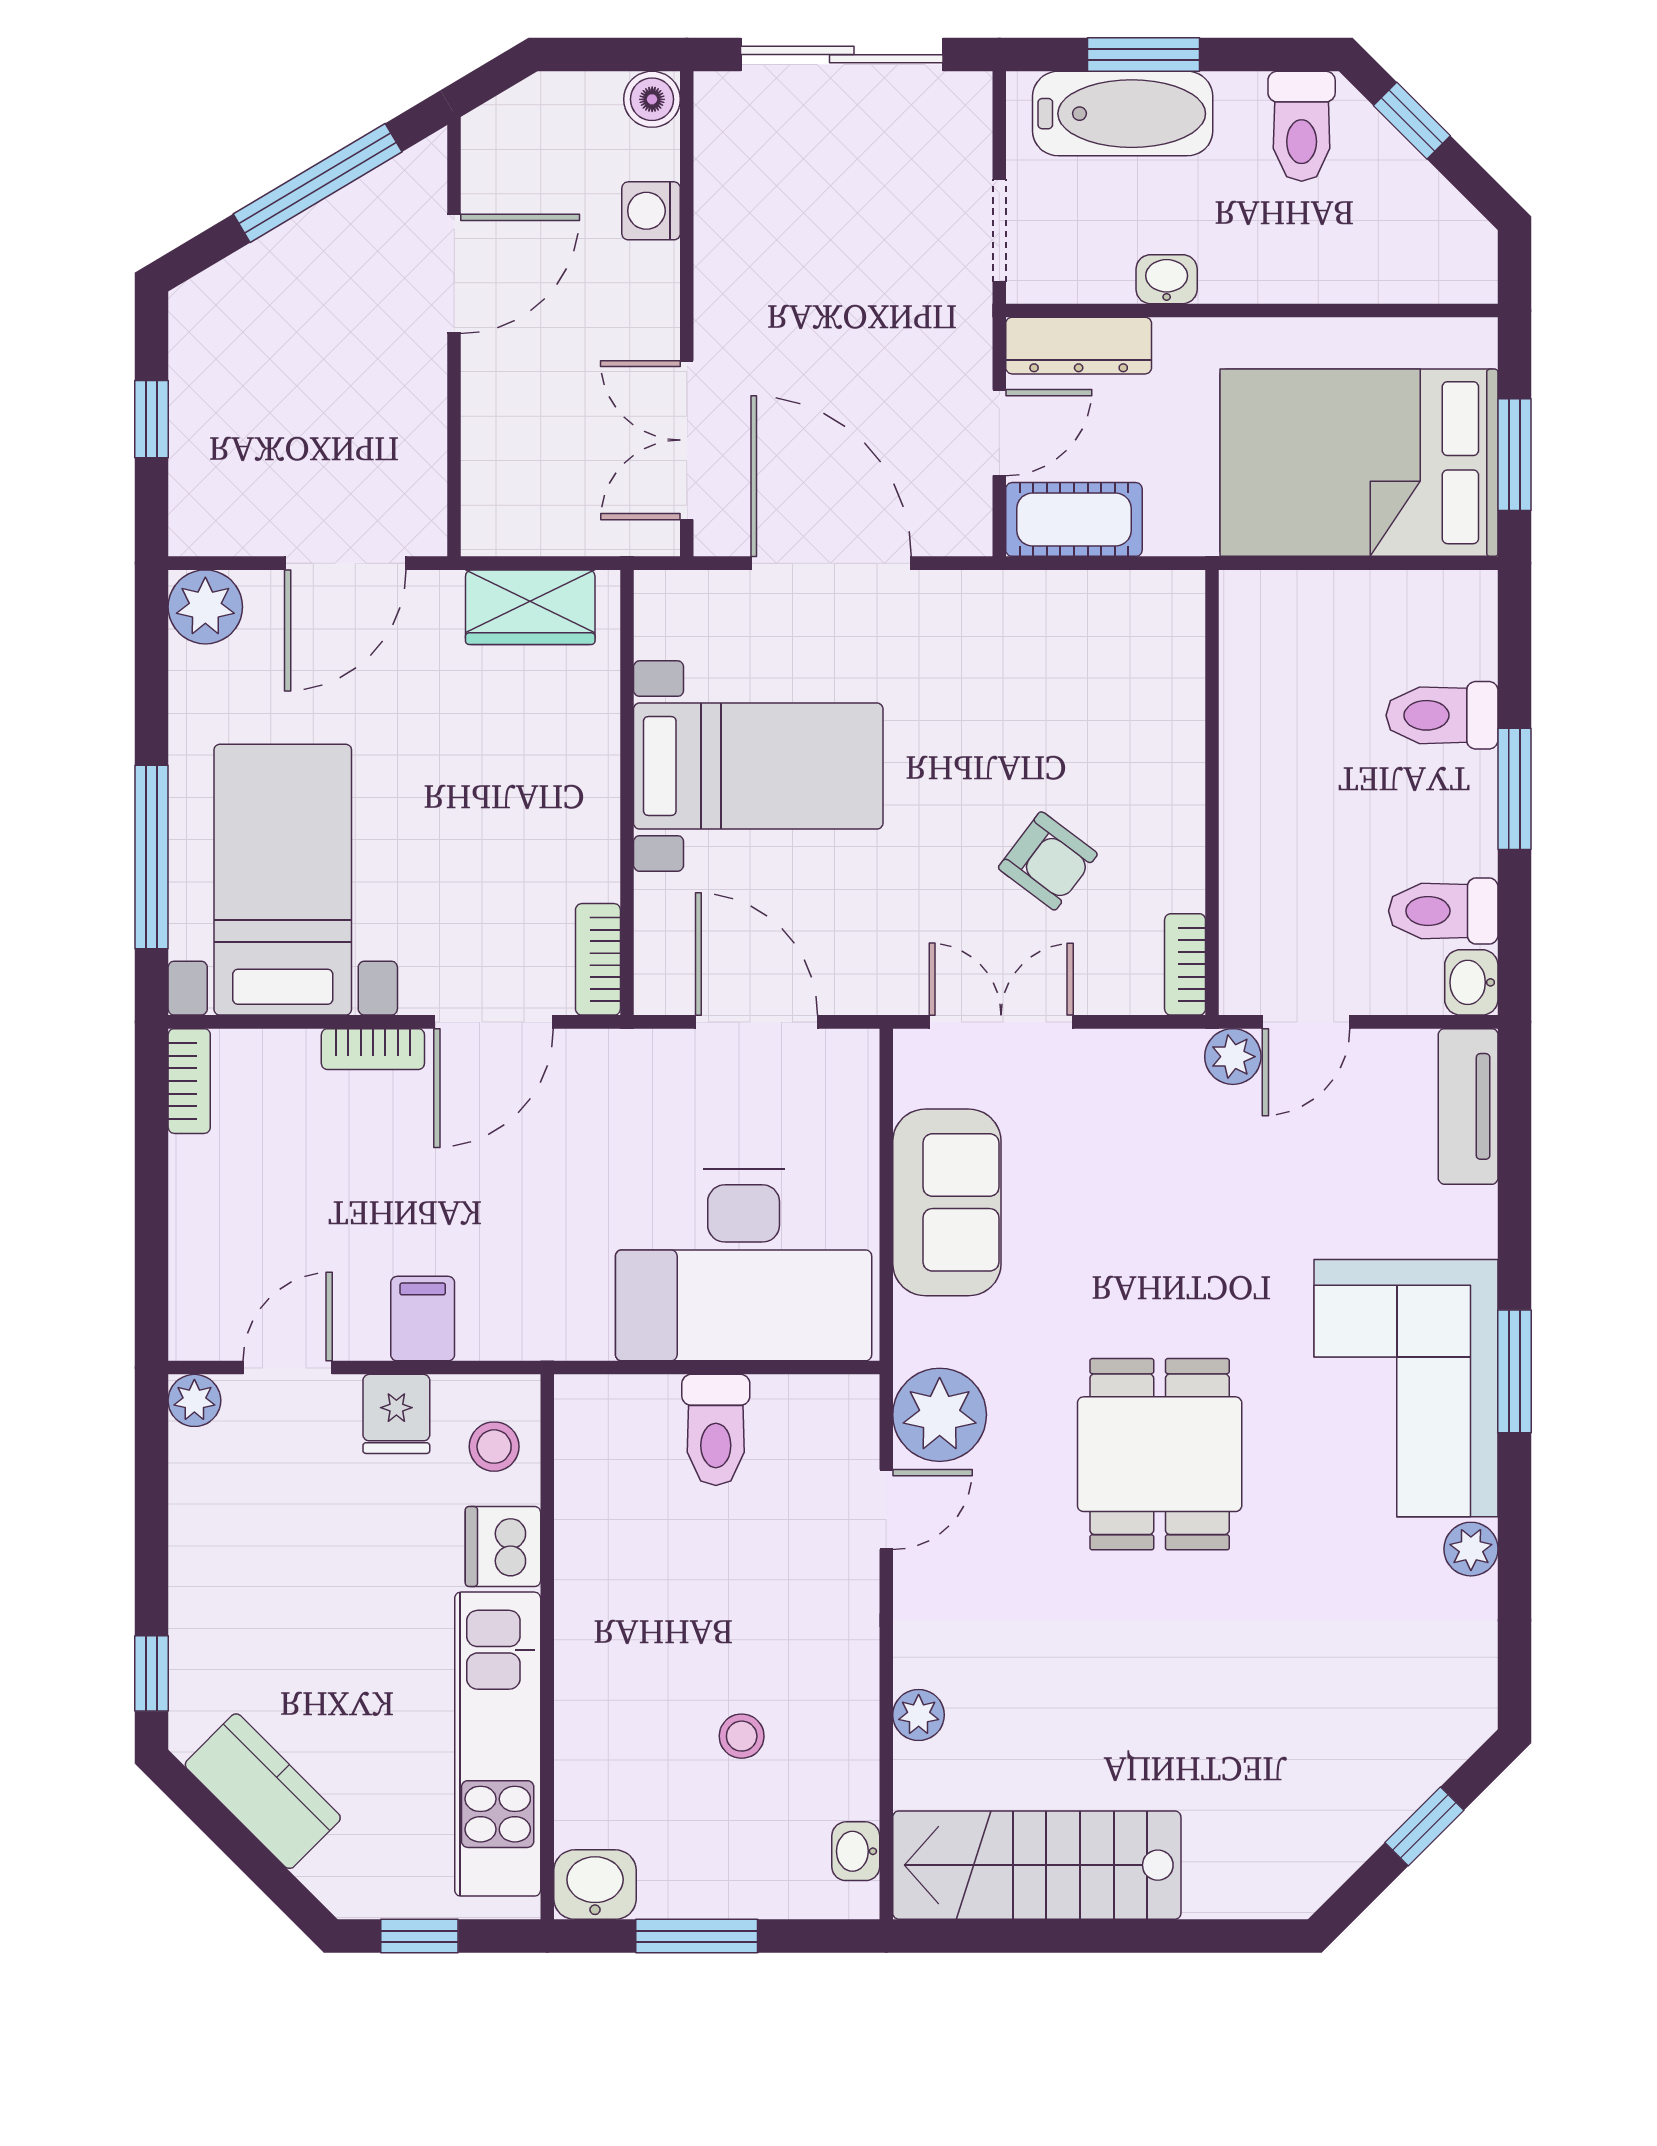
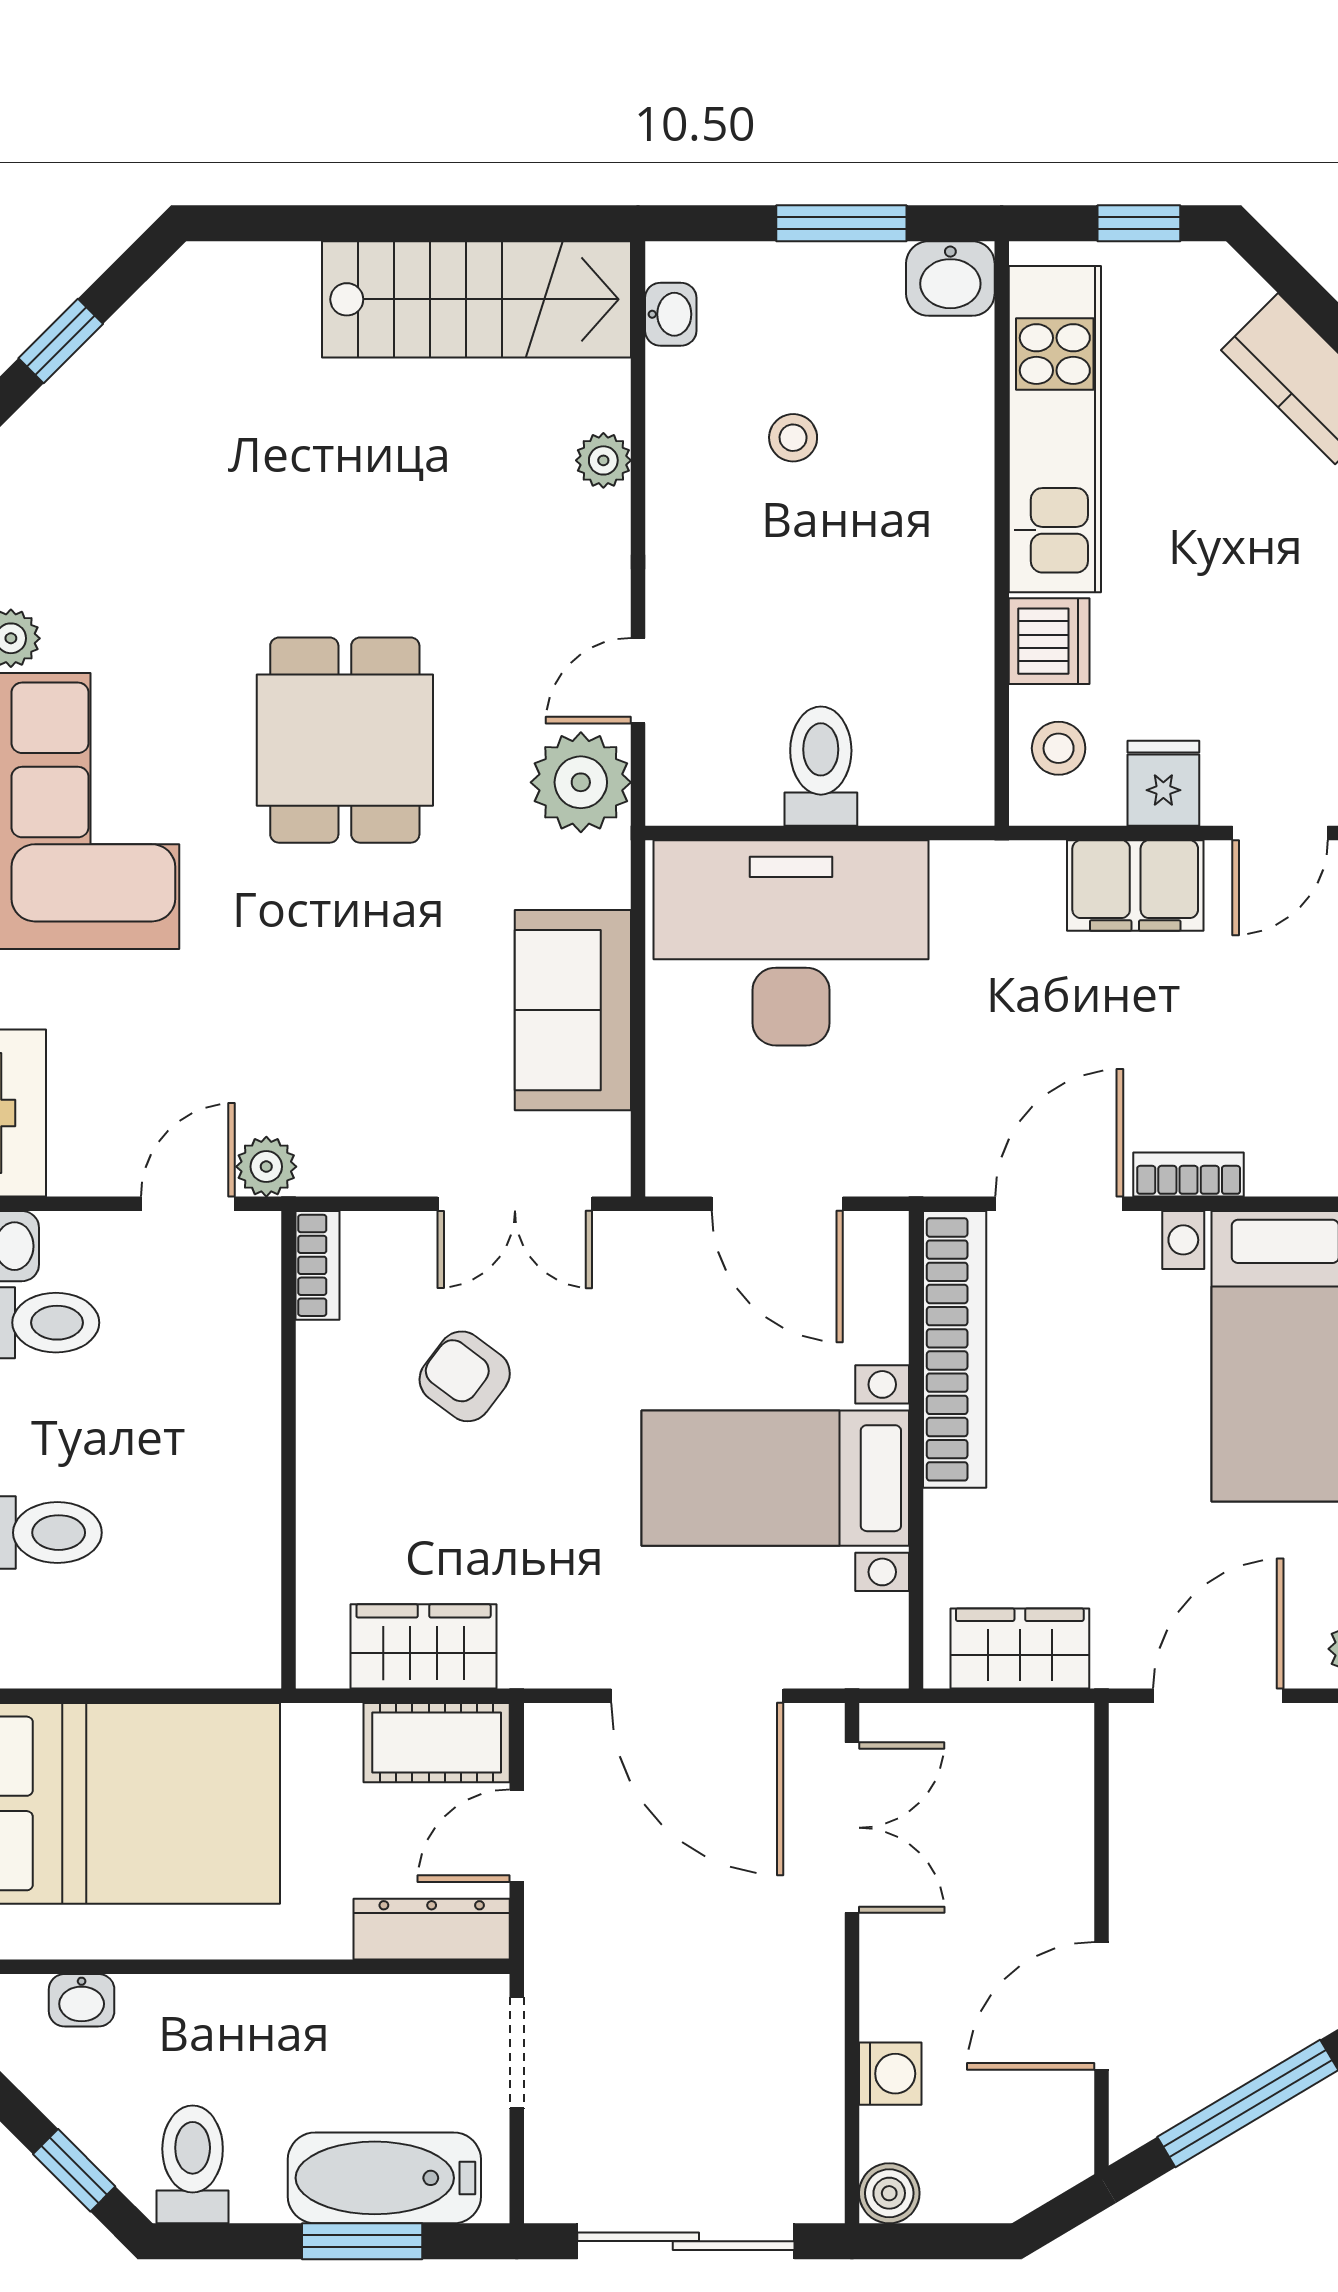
washbasin: (1167, 279) -> (82, 2000), moved
wardrobe: (1086, 609) -> (424, 1646), added
bookcase: (598, 959) -> (955, 1349), width x2.31, depth x1.31
filing cabinet: (423, 1319) -> (1135, 886), width x2.00

